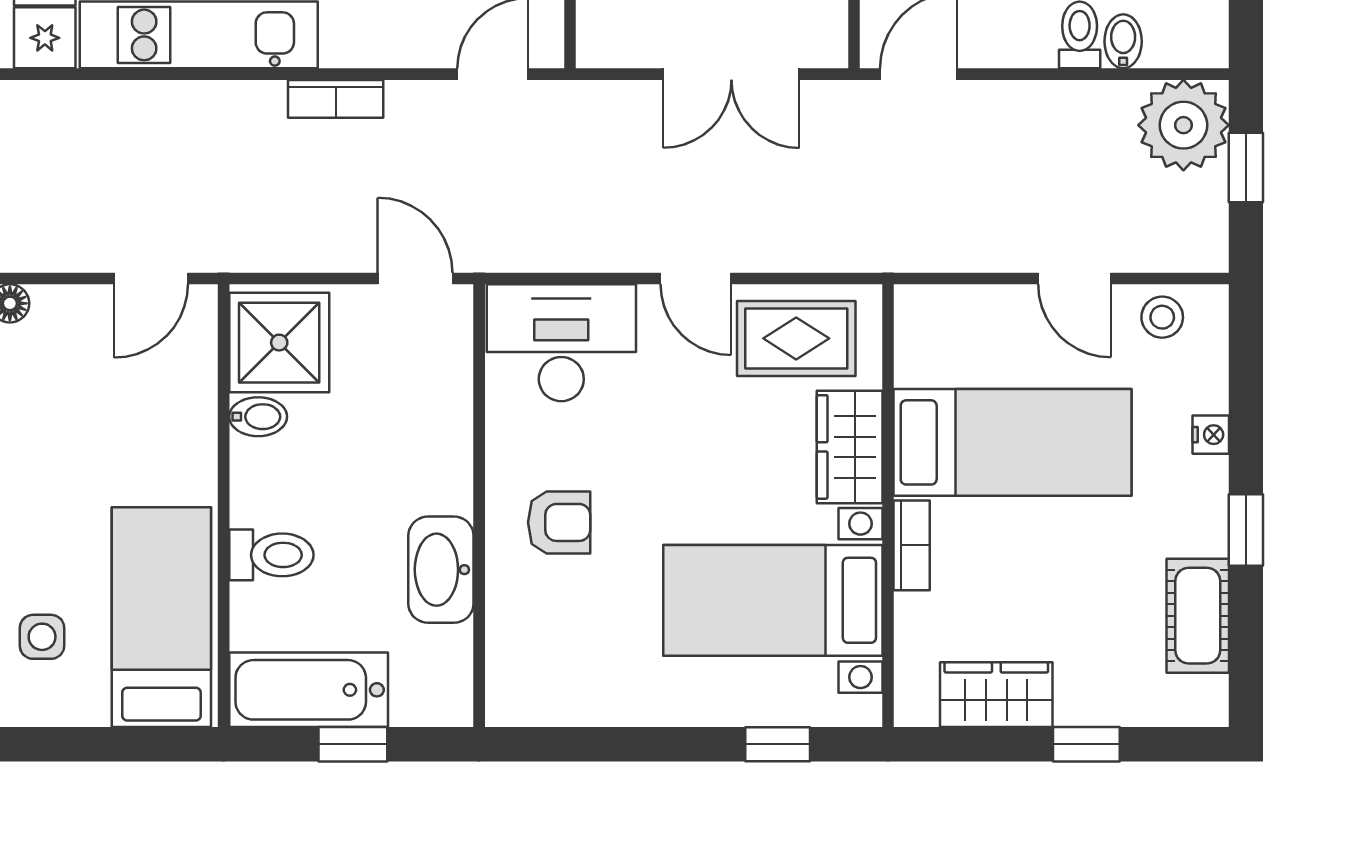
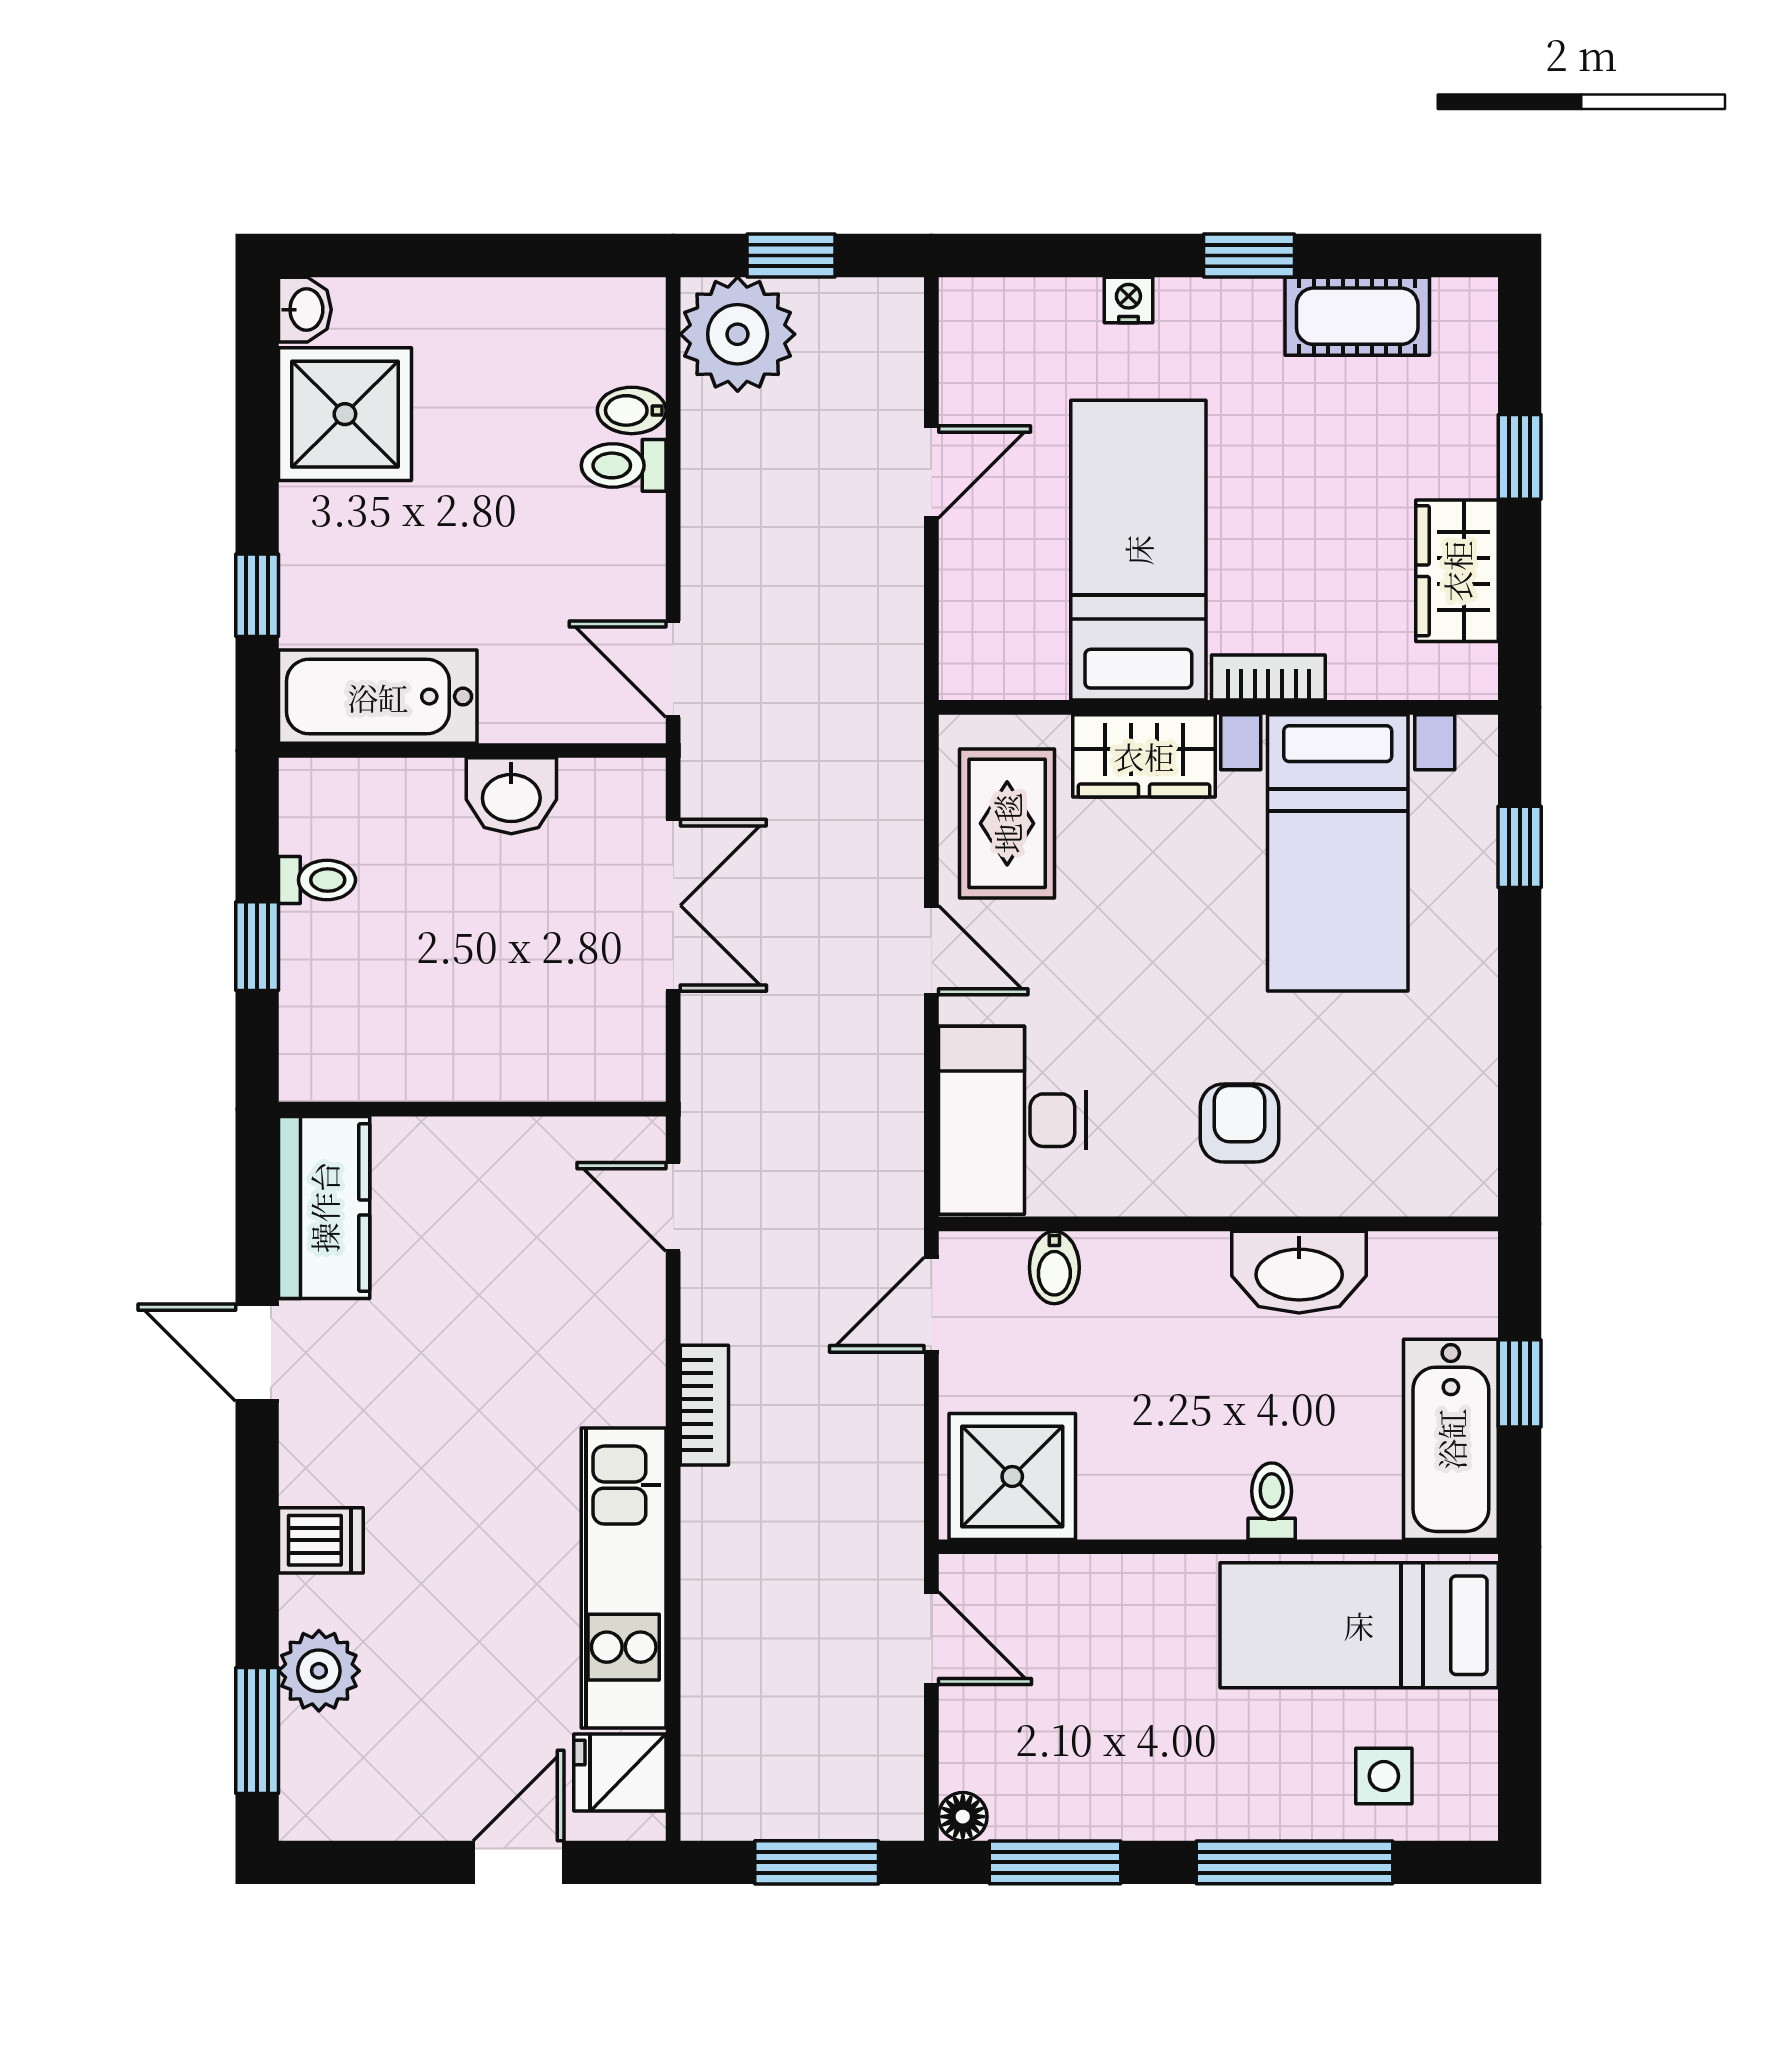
door: (696, 279) -> (931, 950), hinge flipped
stool: (1162, 317) -> (980, 361), removed
bidet: (258, 417) -> (1054, 1268), moved, turned 180
toilet: (271, 555) -> (1272, 1501), width x0.73, depth x0.72

